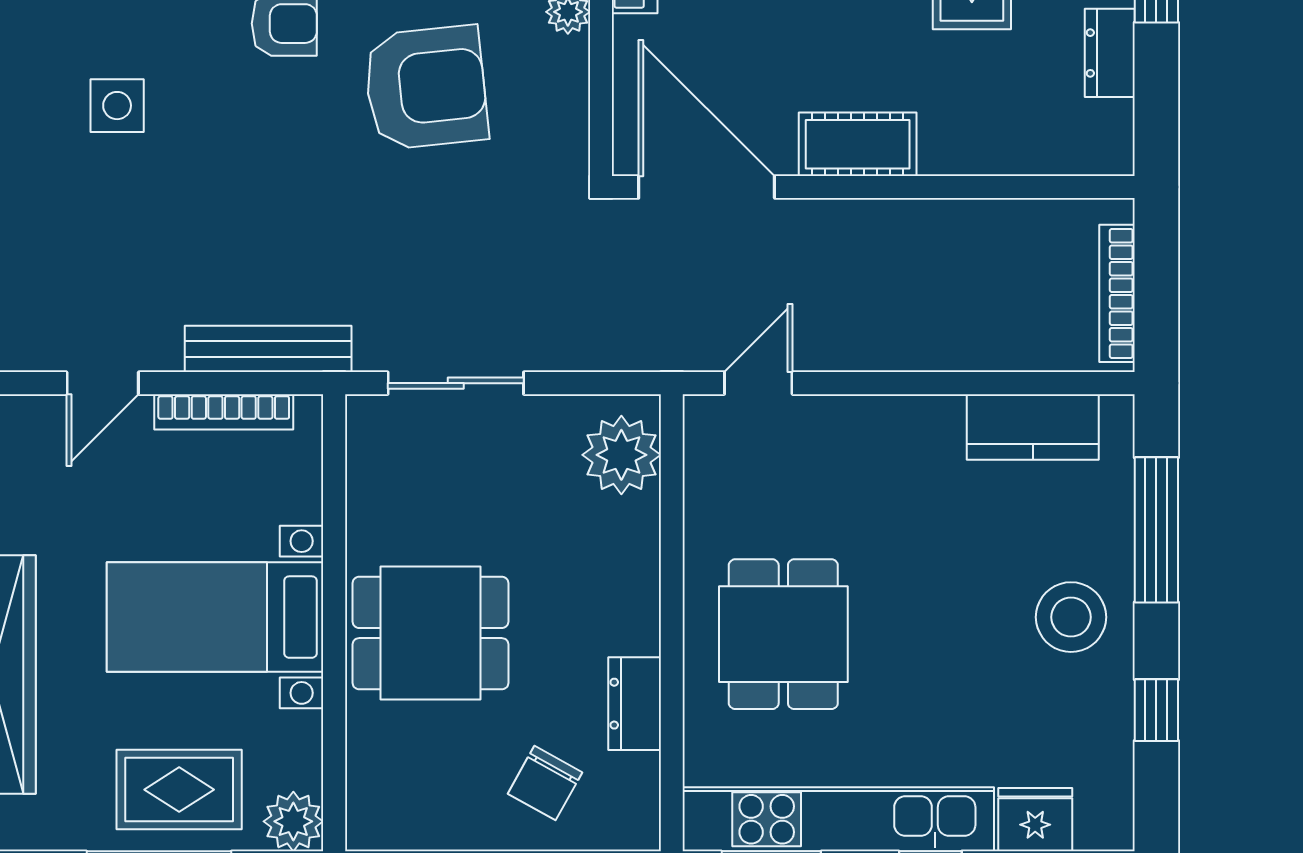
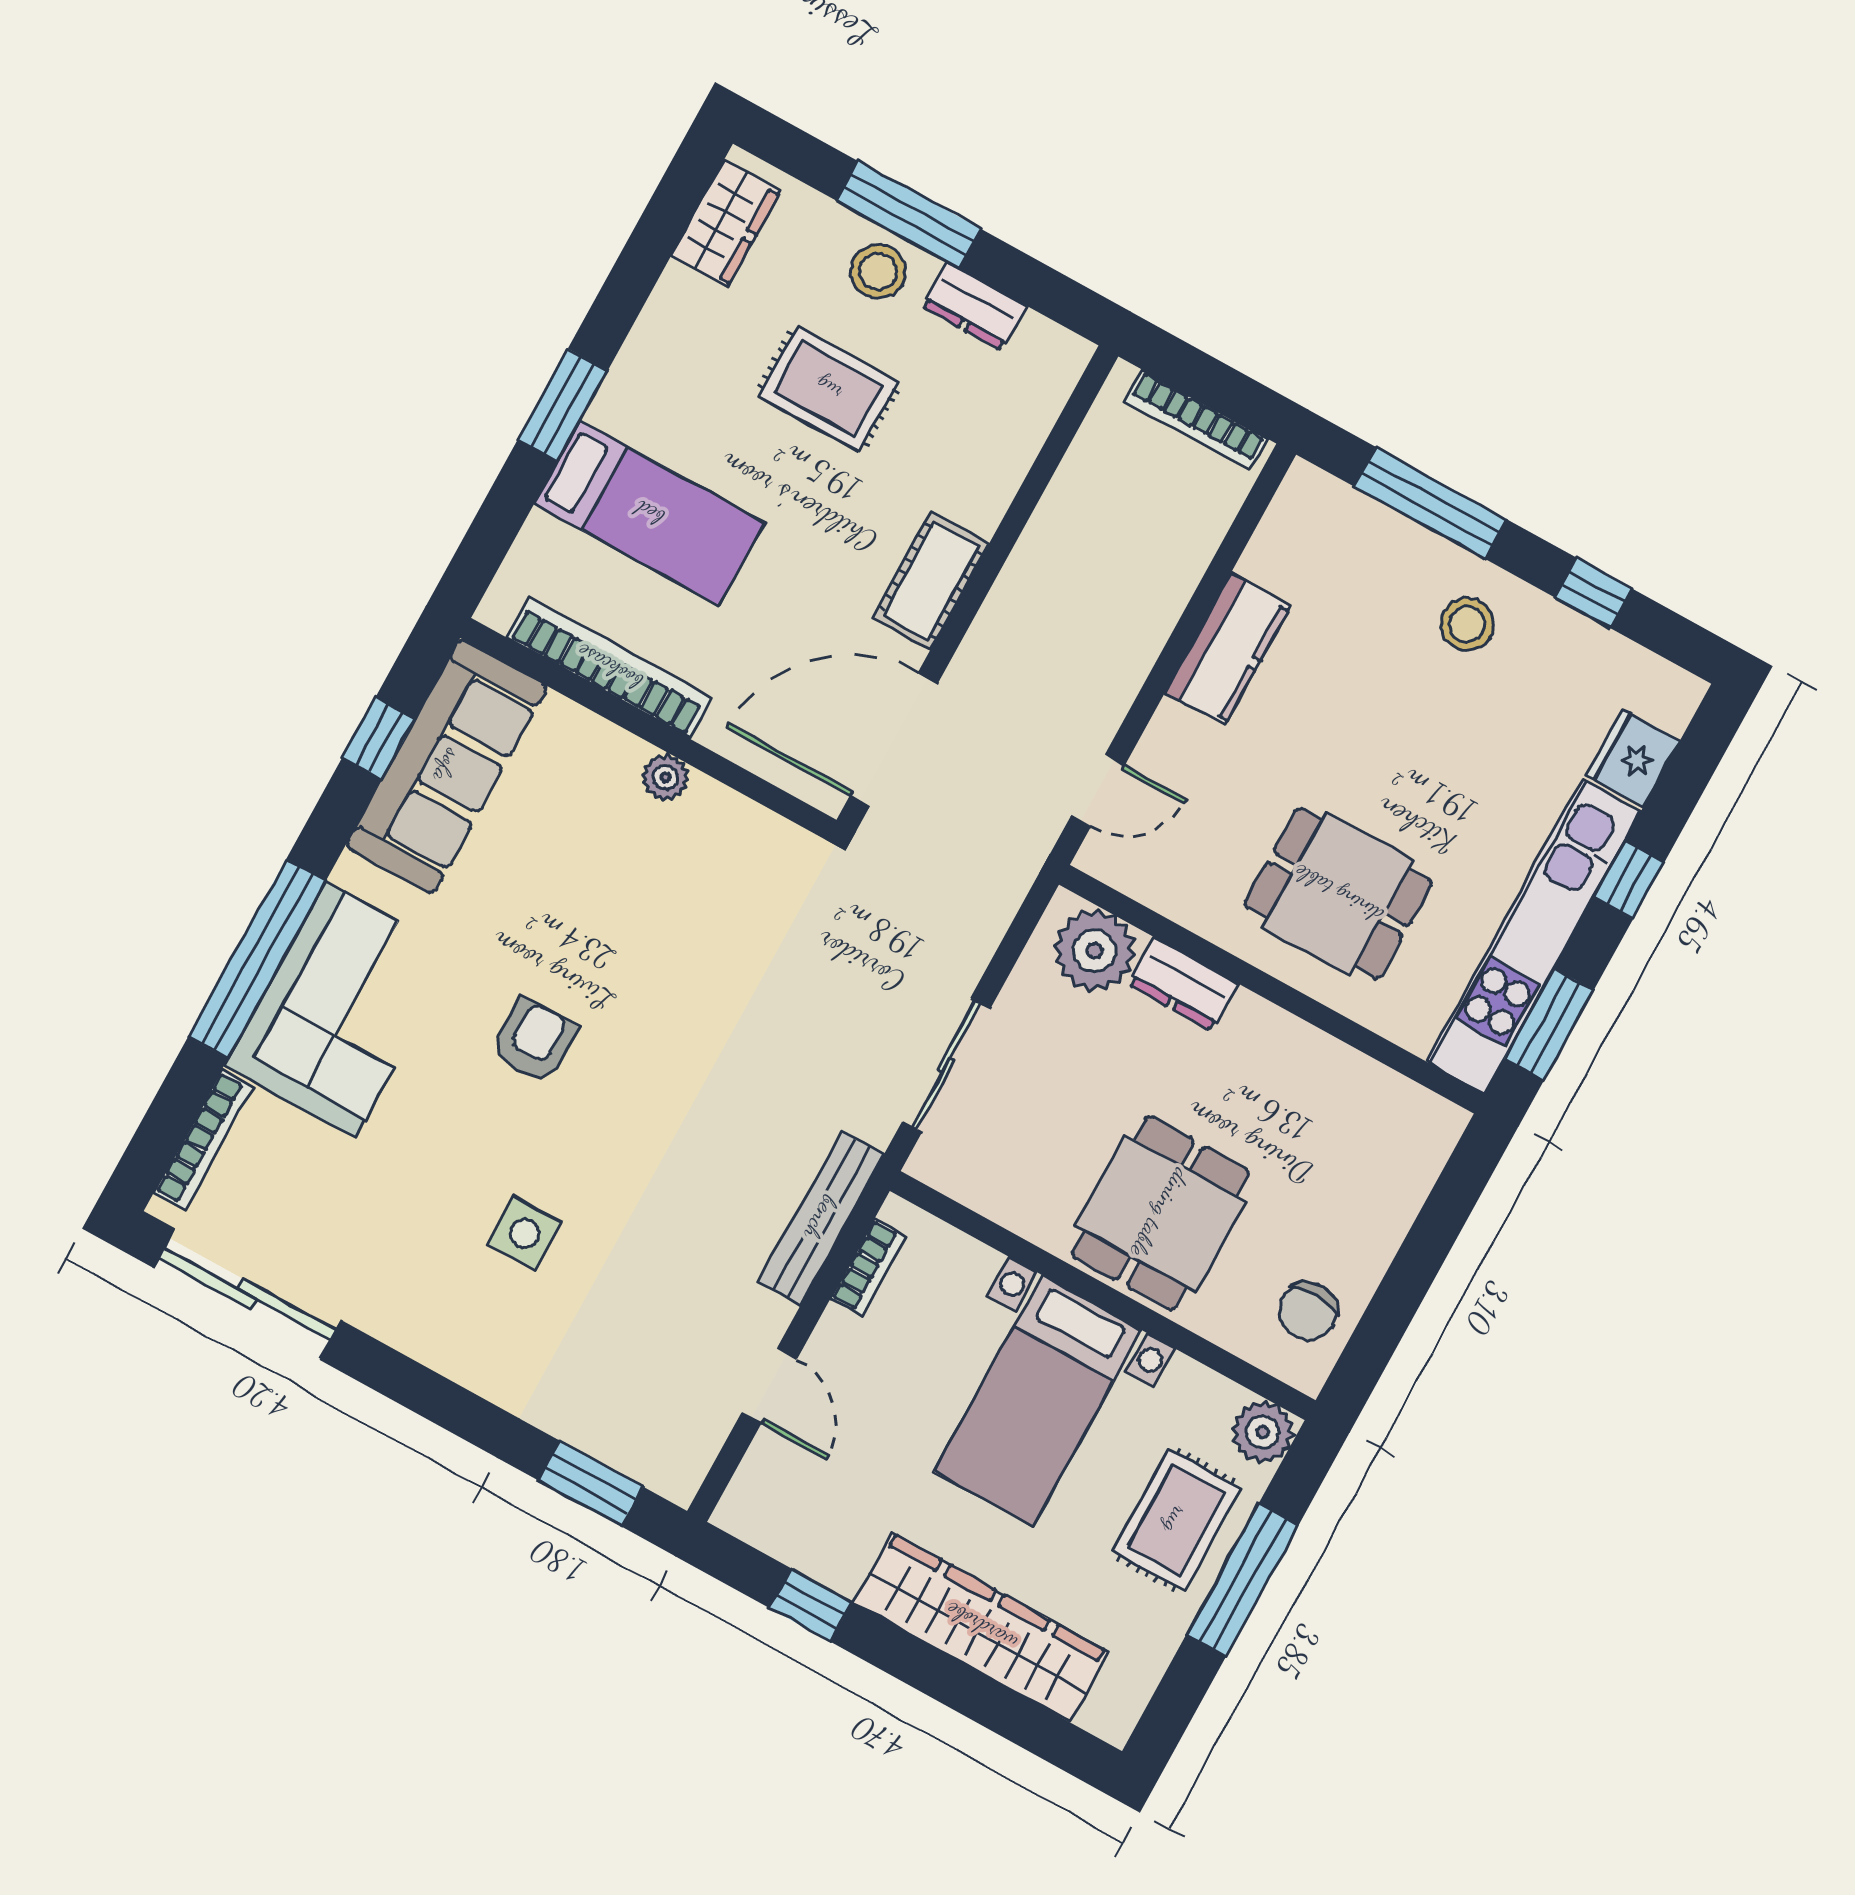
armchair: (426, 87) -> (663, 944), removed
door: (758, 383) -> (1098, 791), swing flipped
bookcase: (224, 412) -> (868, 1267), width x0.64
kitchen counter: (1033, 427) -> (1228, 649), moved
stool: (1071, 617) -> (1467, 624), width x0.73, depth x0.73
dresser: (635, 704) -> (1183, 984), moved
chair: (545, 783) -> (1308, 1311), moved, turned 63

